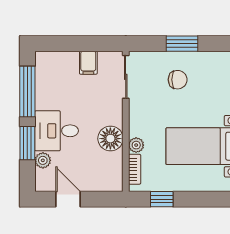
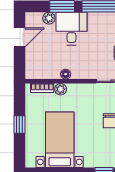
floor lamp: (110, 139) -> (66, 74), width x0.53, depth x0.53
window: (162, 199) -> (19, 125), moved

